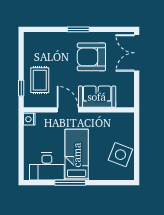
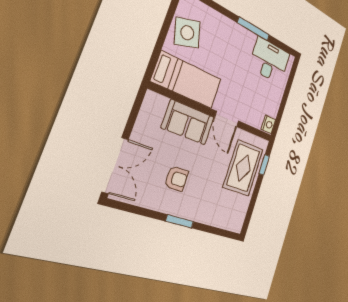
armchair: (91, 57) -> (176, 179), width x0.53, depth x0.53
rug: (40, 80) -> (243, 168), width x1.36, depth x1.43
bed: (77, 155) -> (187, 80), moved, turned -90
side table: (120, 155) -> (187, 33), turned -38

